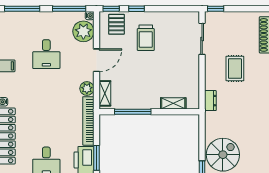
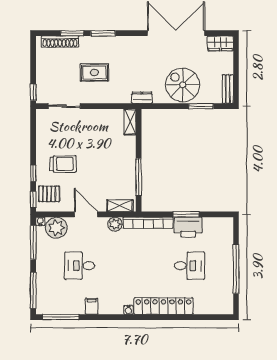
desk: (46, 54) -> (80, 266), turned 180
dresser: (210, 101) -> (142, 98), moved
shelving: (173, 103) -> (130, 122), moved

